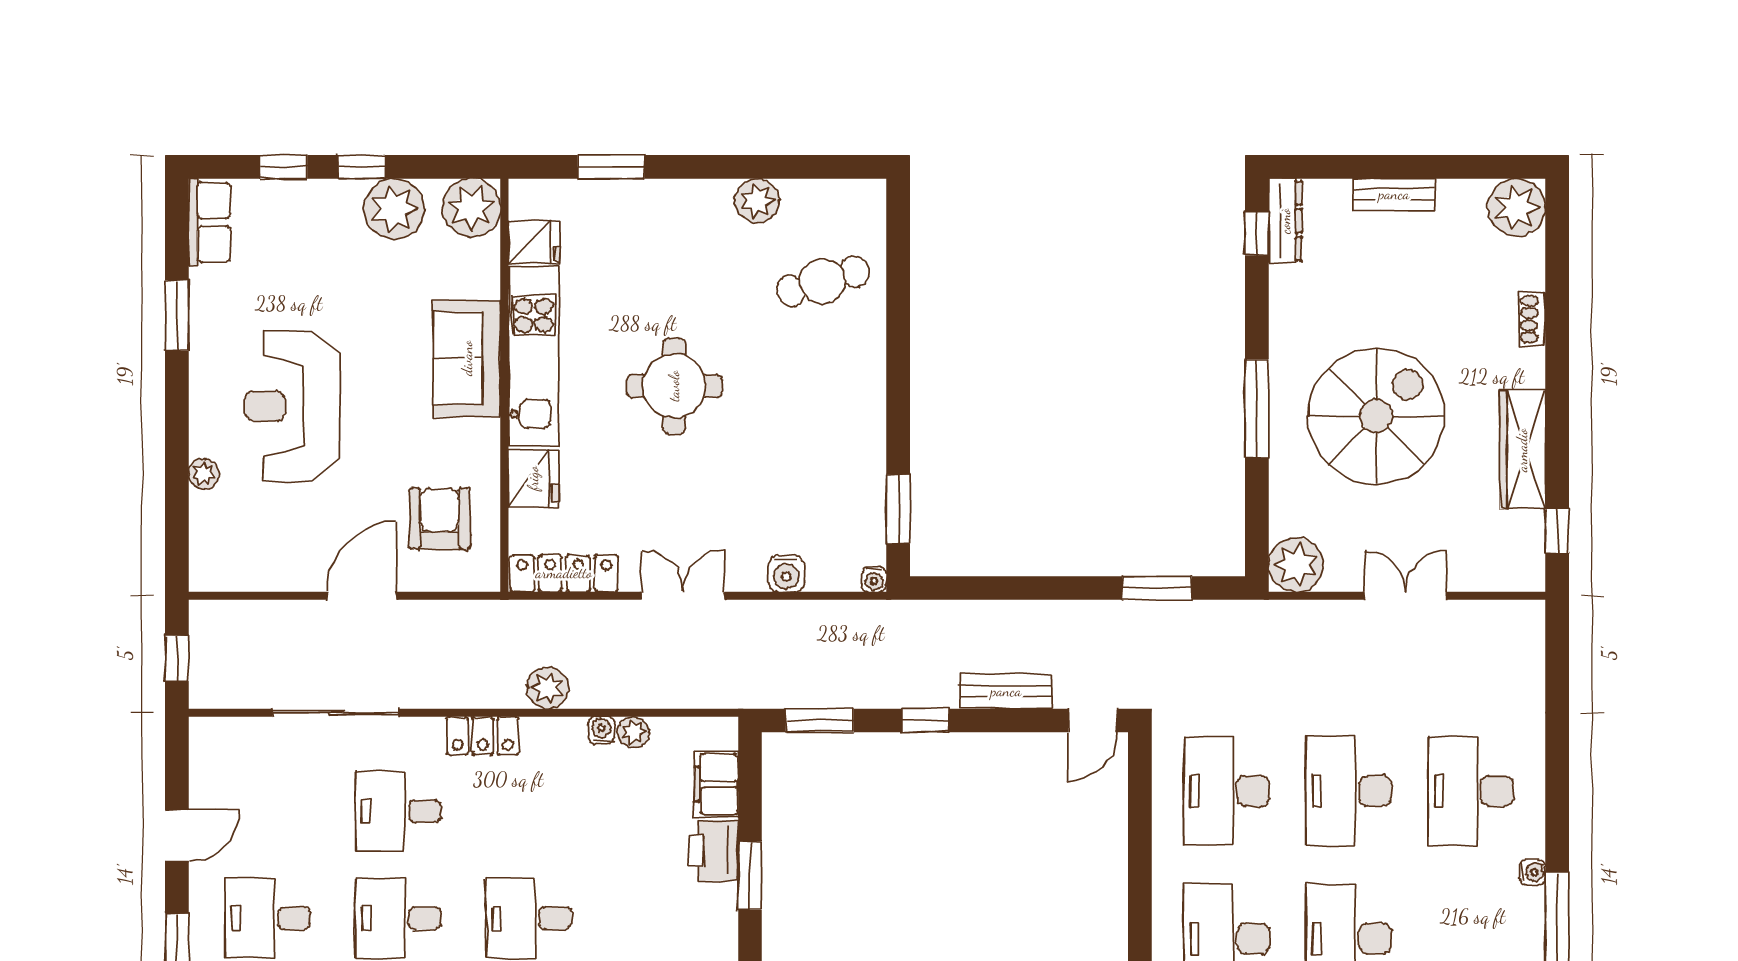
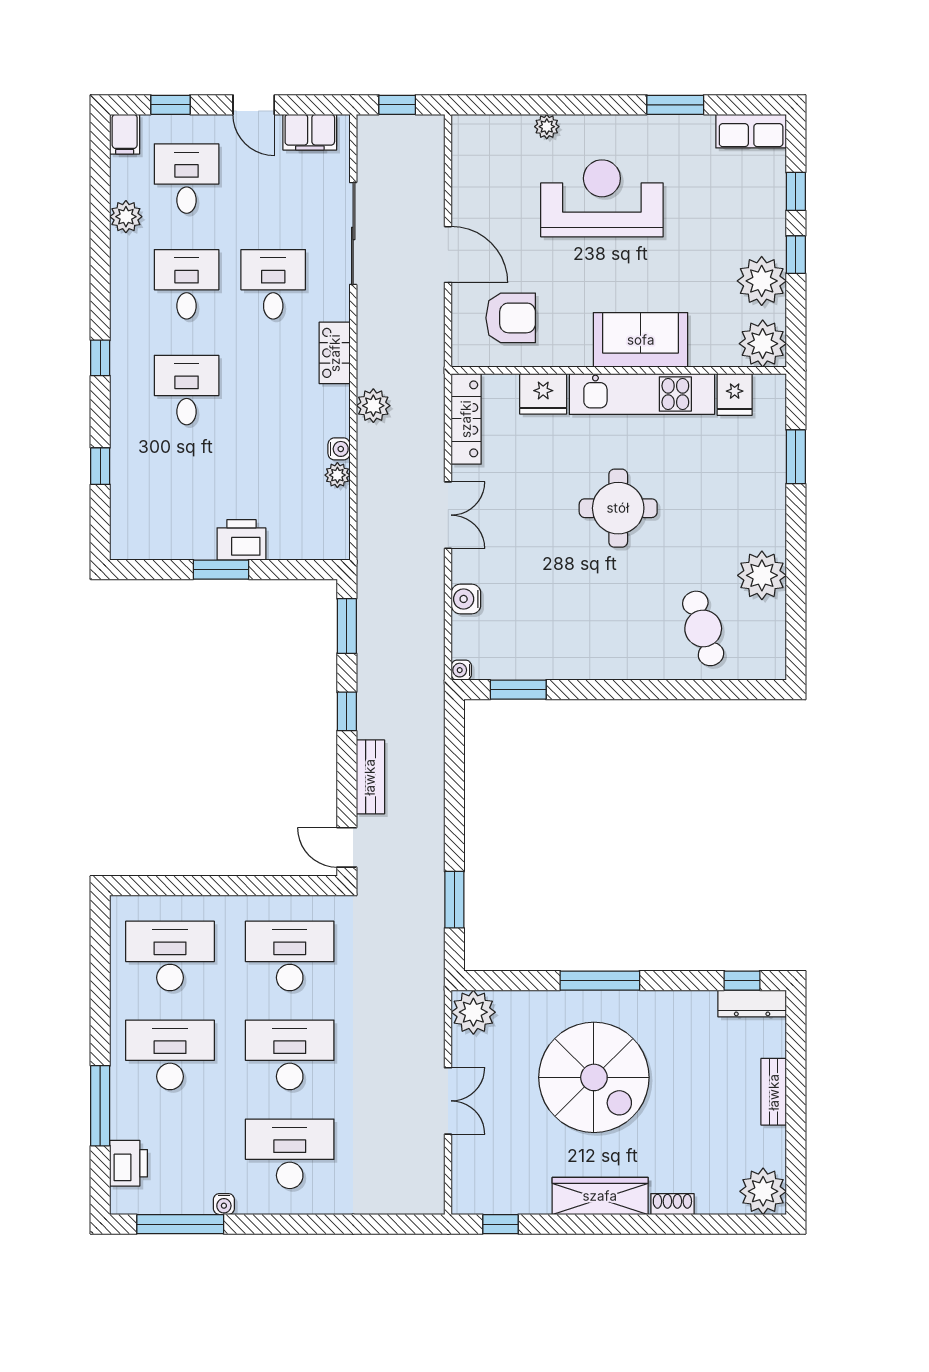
plant: (757, 201) -> (762, 575), width x1.36, depth x1.36
wardrobe: (1522, 450) -> (600, 1196), moved
filing cabinet: (716, 784) -> (310, 132), moved, turned 180

